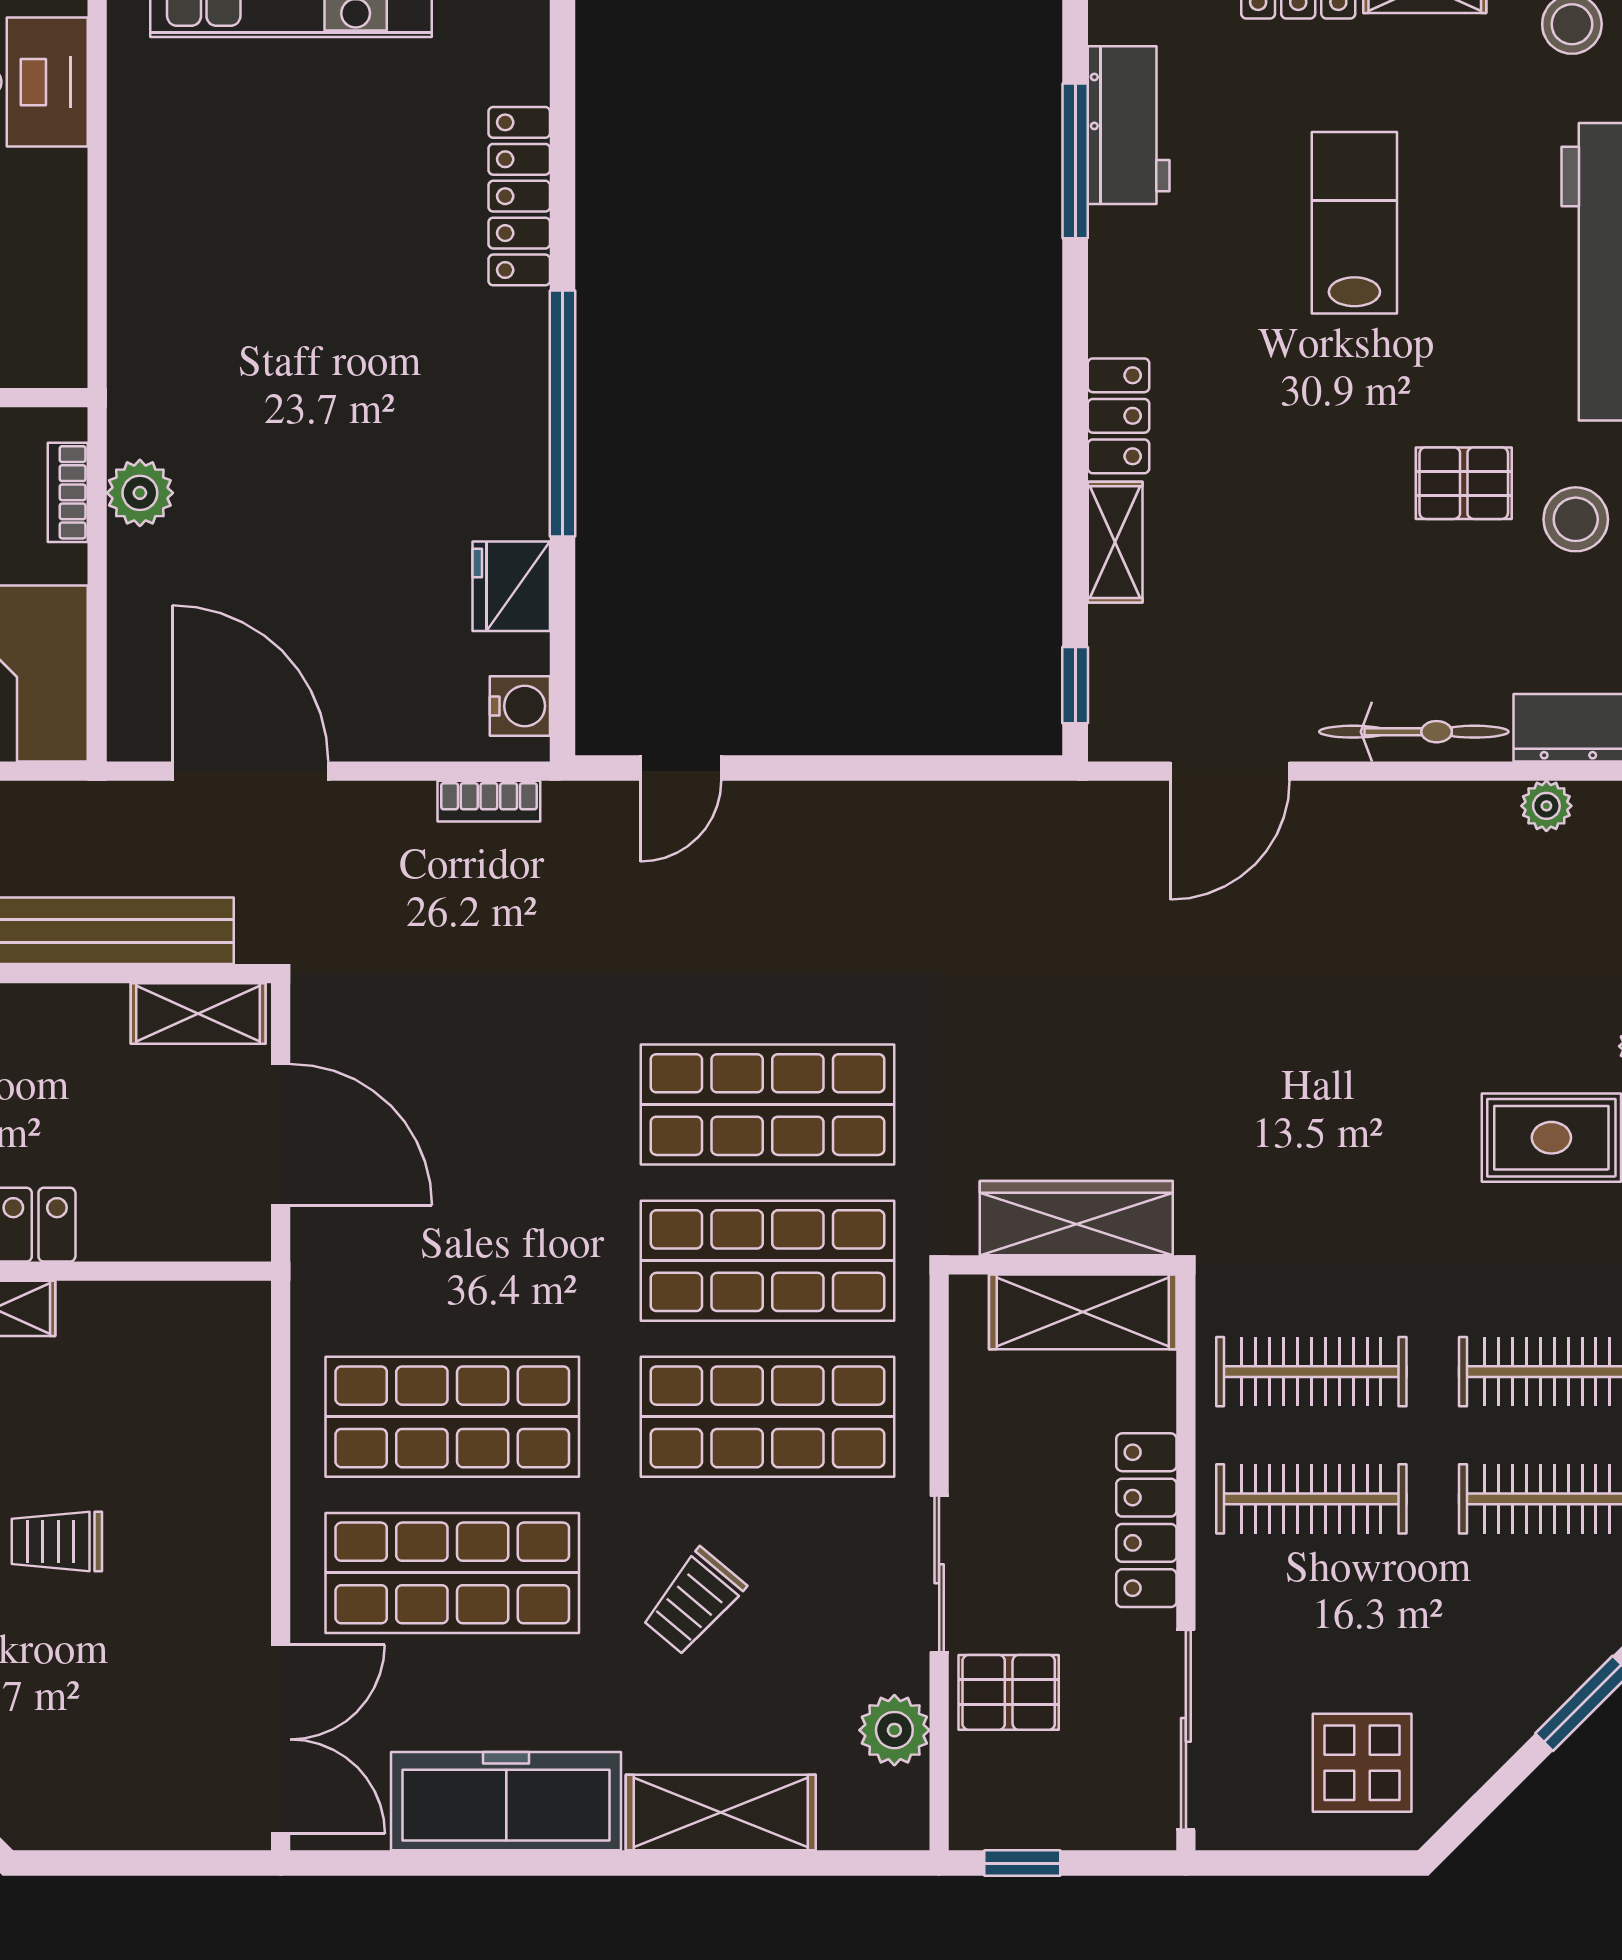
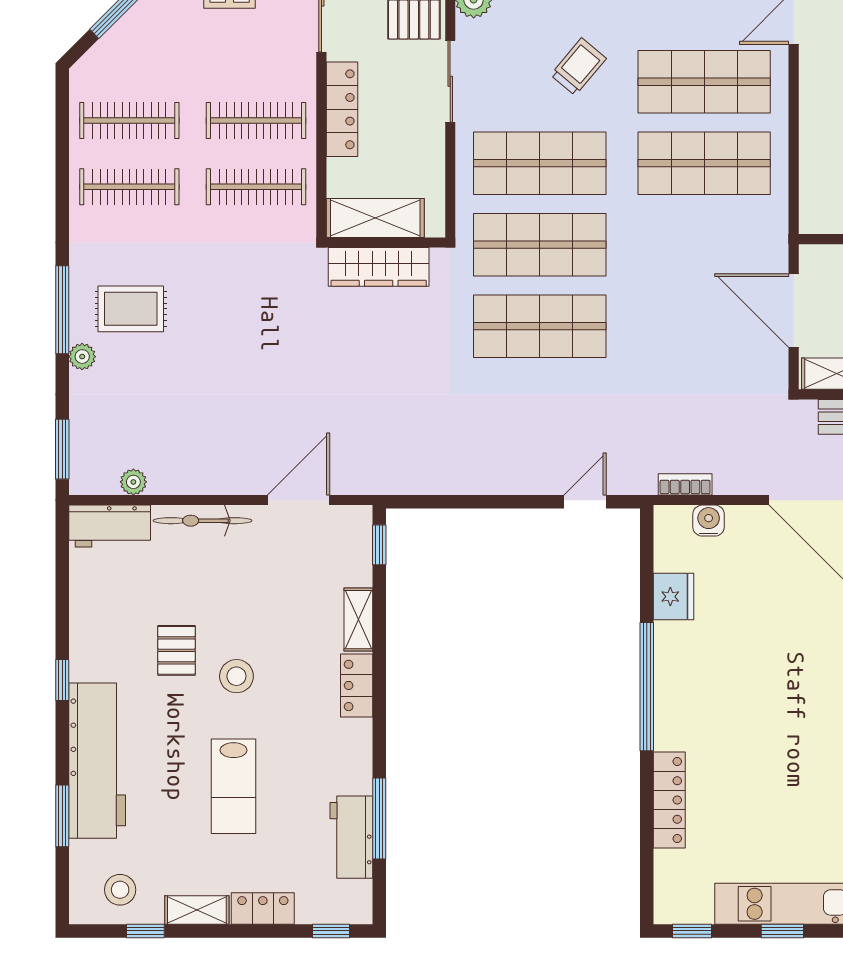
pallet: (1464, 483) -> (176, 650), turned 90
stool: (1576, 519) -> (236, 676), moved
water cooler: (520, 706) -> (709, 521), moved, turned 90

